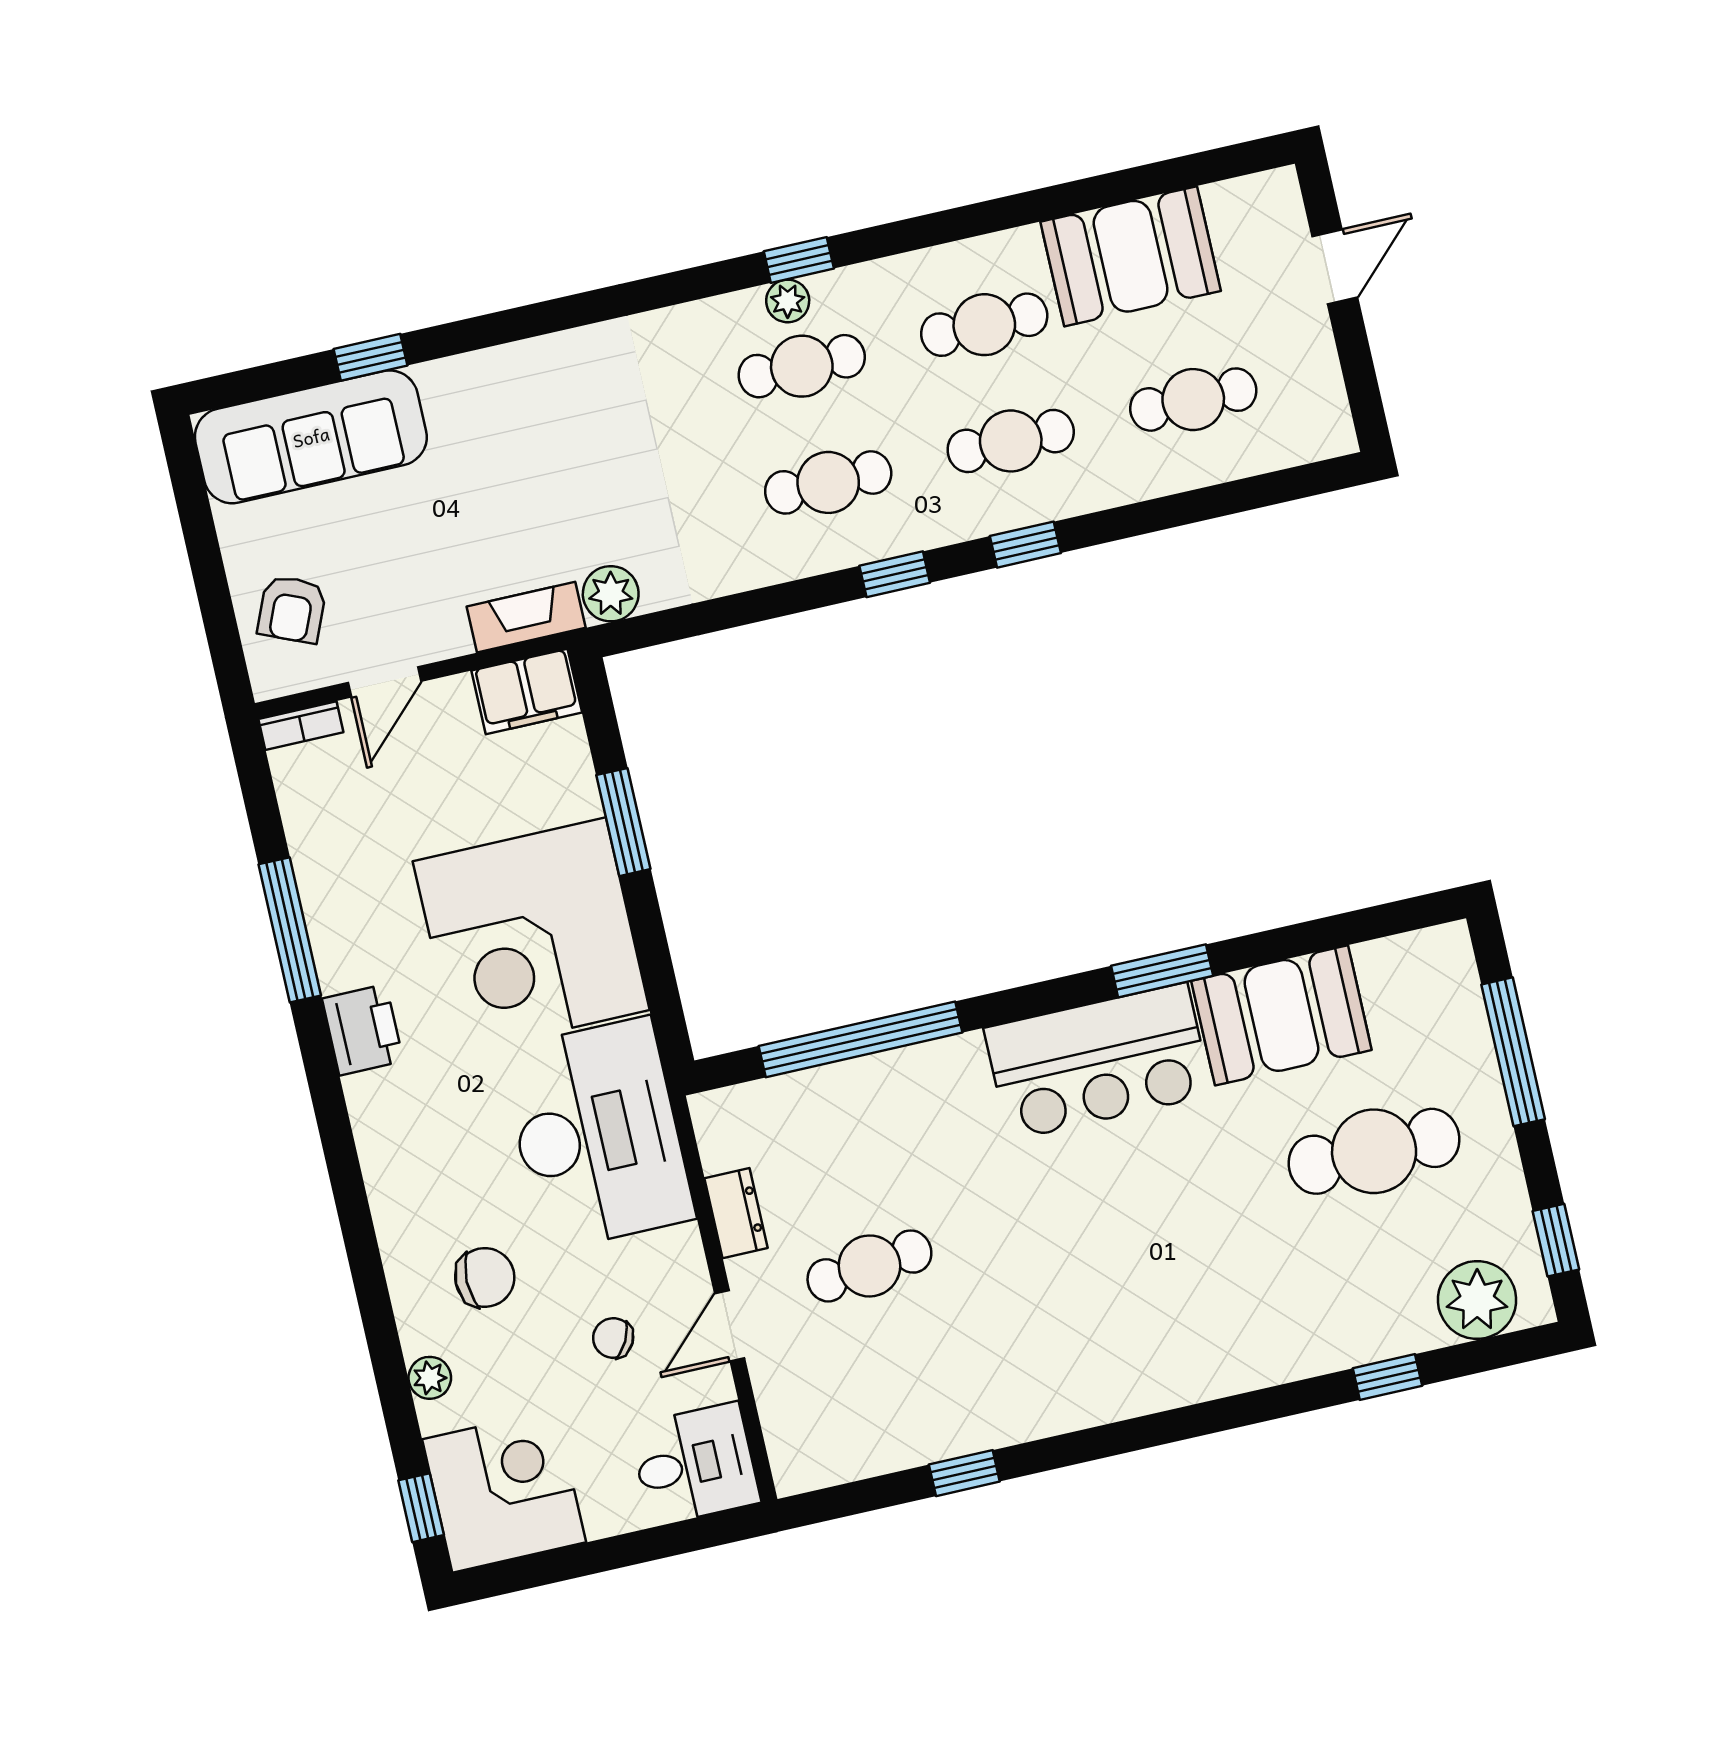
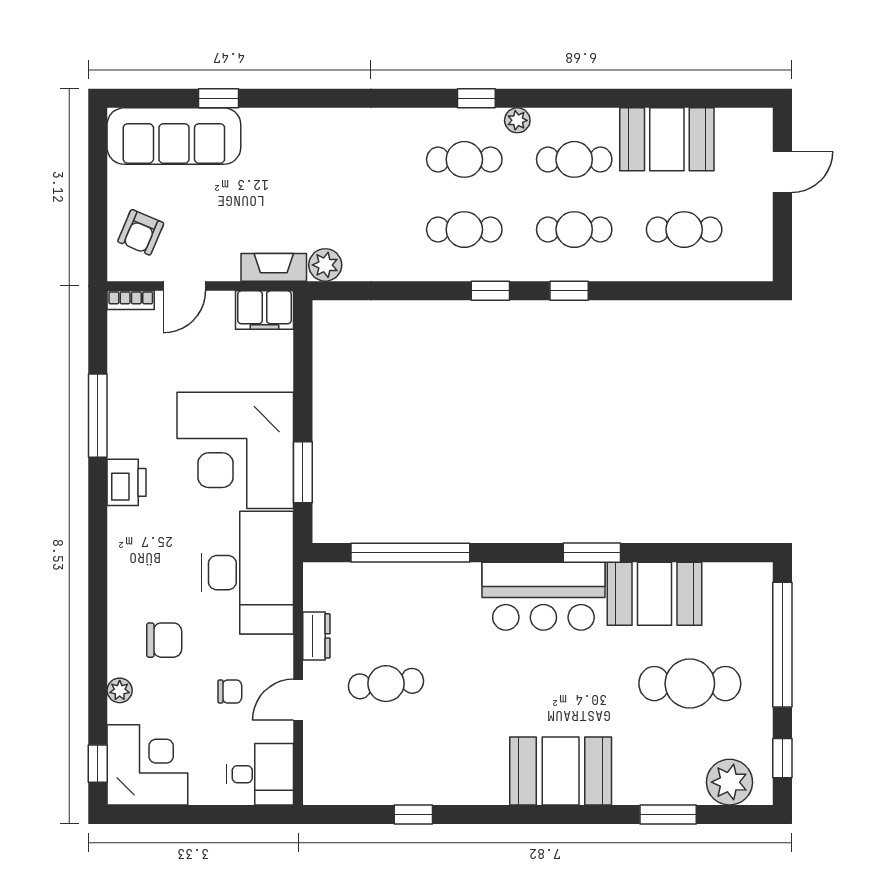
plant: (788, 301) -> (517, 120), moved
window: (623, 822) -> (303, 472), moved
window: (1513, 1052) -> (782, 645), width x1.46
chair: (613, 1338) -> (230, 691), turned 152
booth: (1192, 1345) -> (561, 771), added
window: (1387, 1377) -> (668, 814), width x1.50

